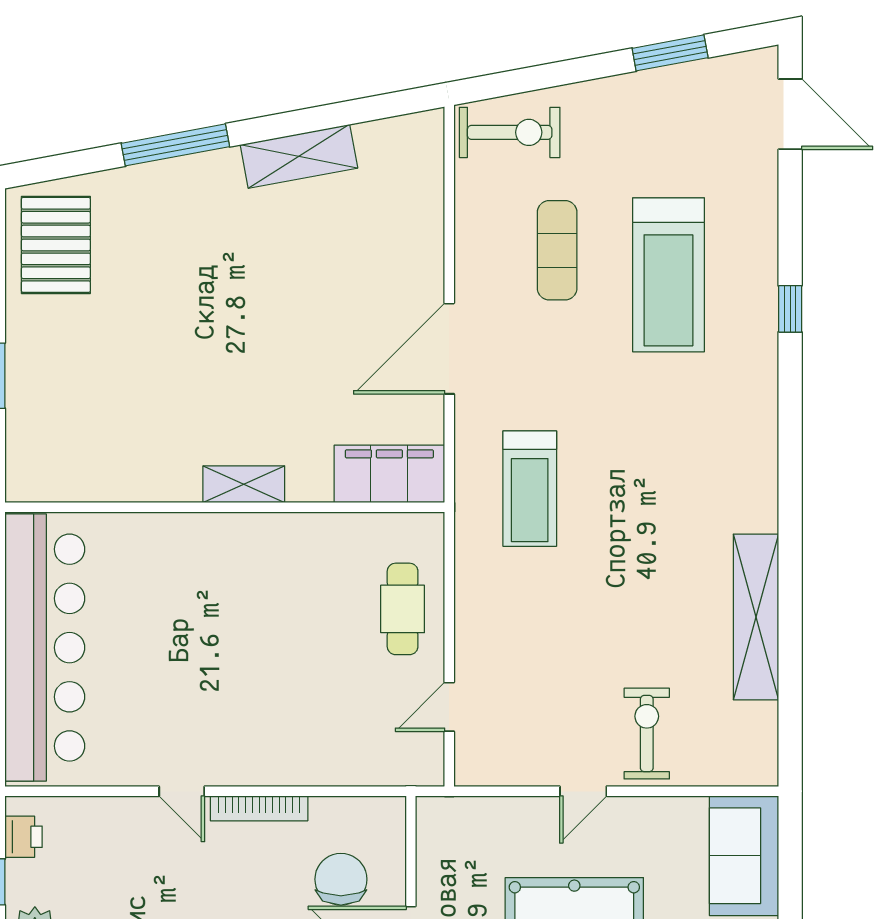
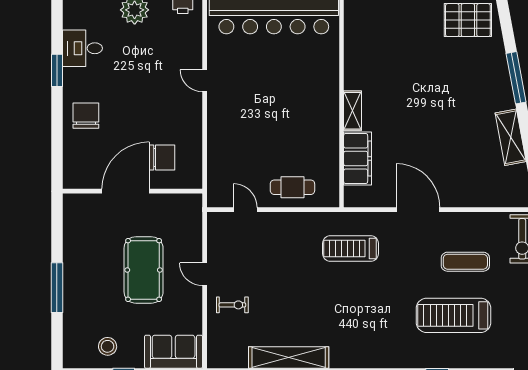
filing cabinet: (389, 474) -> (358, 158), moved
exercise bike: (647, 734) -> (232, 305), width x0.73, depth x0.72
door: (182, 791) -> (205, 81), hinge flipped
bookcase: (259, 808) -> (196, 118), removed

